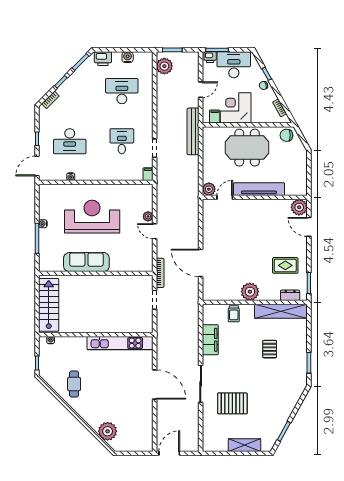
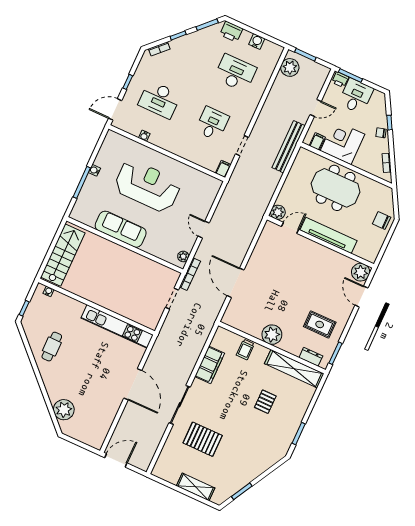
desk: (234, 65) -> (356, 96), width x0.73
chair: (286, 135) -> (382, 220), moved
plant: (148, 216) -> (183, 256), moved

